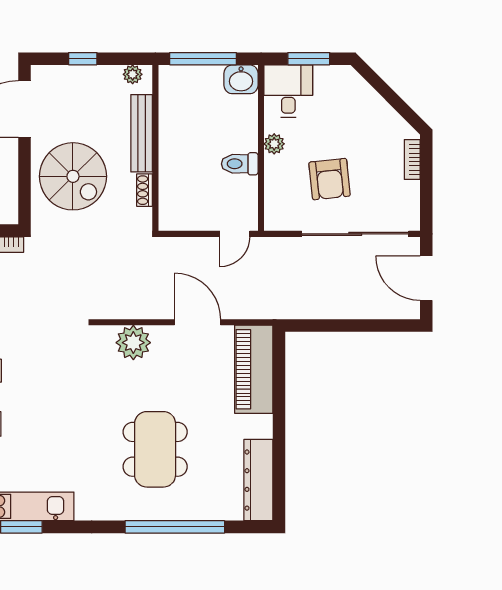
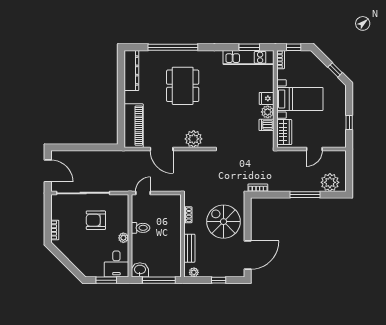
bench: (142, 133) -> (189, 248), width x0.73
armchair: (330, 179) -> (96, 220), turned -84

